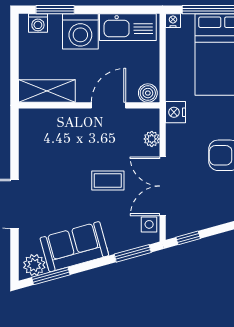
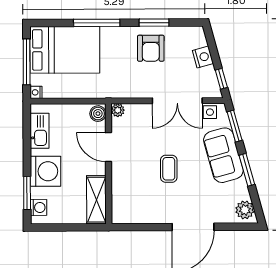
kitchen sink: (128, 27) -> (40, 131), width x0.73, depth x0.81
nightstand: (176, 112) -> (203, 57), moved, turned -106
plant: (152, 139) -> (118, 110), moved
coffee table: (108, 181) -> (169, 169), moved
sofa: (74, 247) -> (223, 155), moved
window: (51, 276) -> (247, 170), moved

